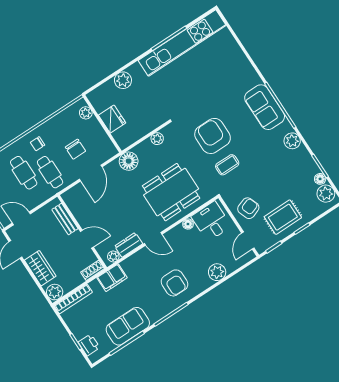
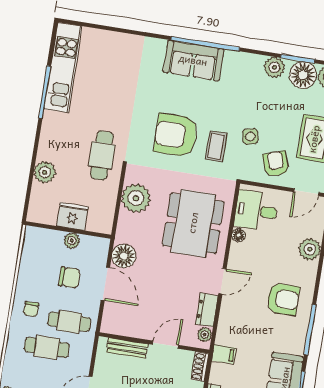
kitchen unit: (182, 43) -> (63, 68), width x0.73
cafe table: (162, 104) -> (102, 155), added
plant: (86, 113) -> (72, 241), moved
plant: (157, 139) -> (136, 198), width x1.88, depth x1.88
plant: (292, 141) -> (274, 67), moved
floor lamp: (129, 161) -> (124, 256), moved
side table: (251, 179) -> (250, 136), added
floor lamp: (320, 179) -> (303, 75), width x1.89, depth x1.89
door: (248, 241) -> (306, 192), hinge flipped
filing cabinet: (112, 278) -> (224, 354), width x0.50

